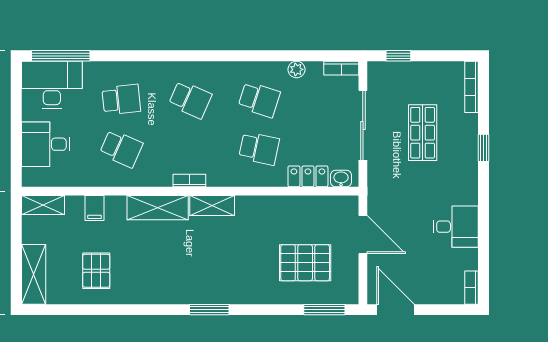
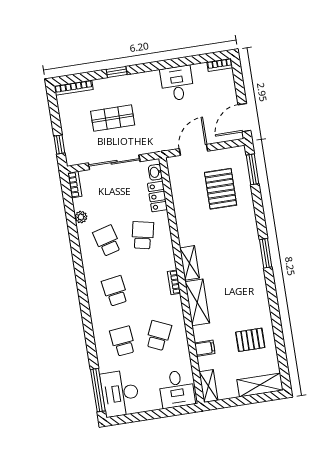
school desk: (190, 100) -> (115, 291), turned -33
school desk: (259, 100) -> (107, 241), turned -33
desk: (46, 144) -> (177, 389), moved

